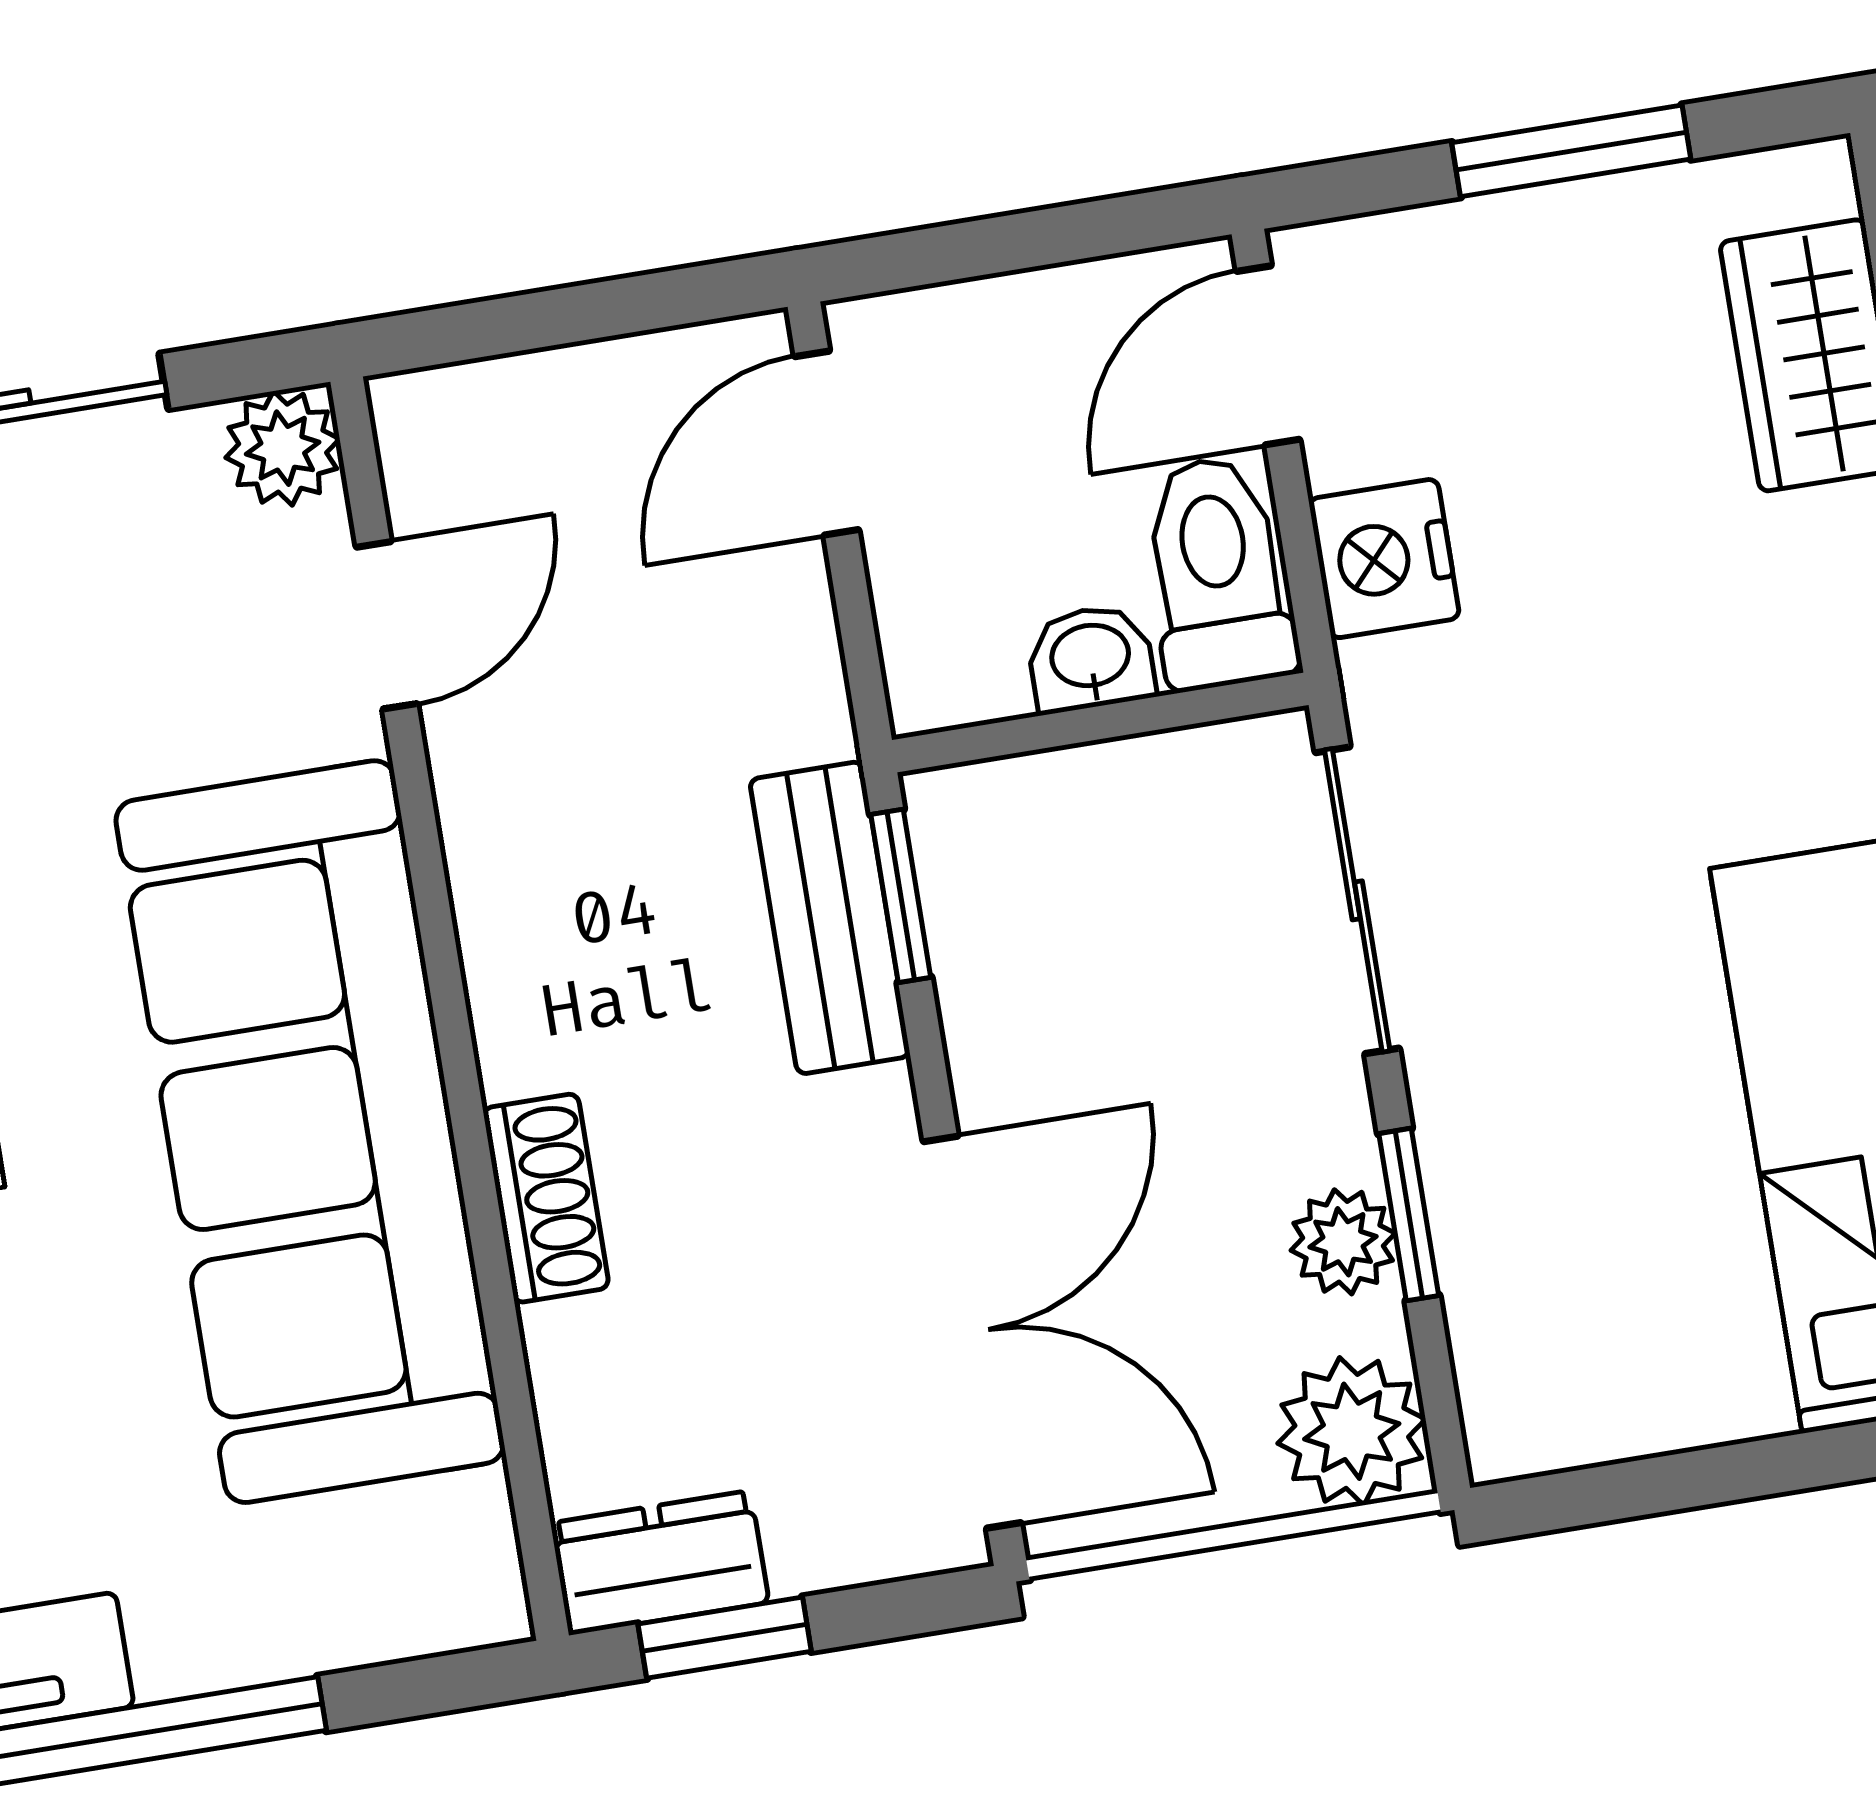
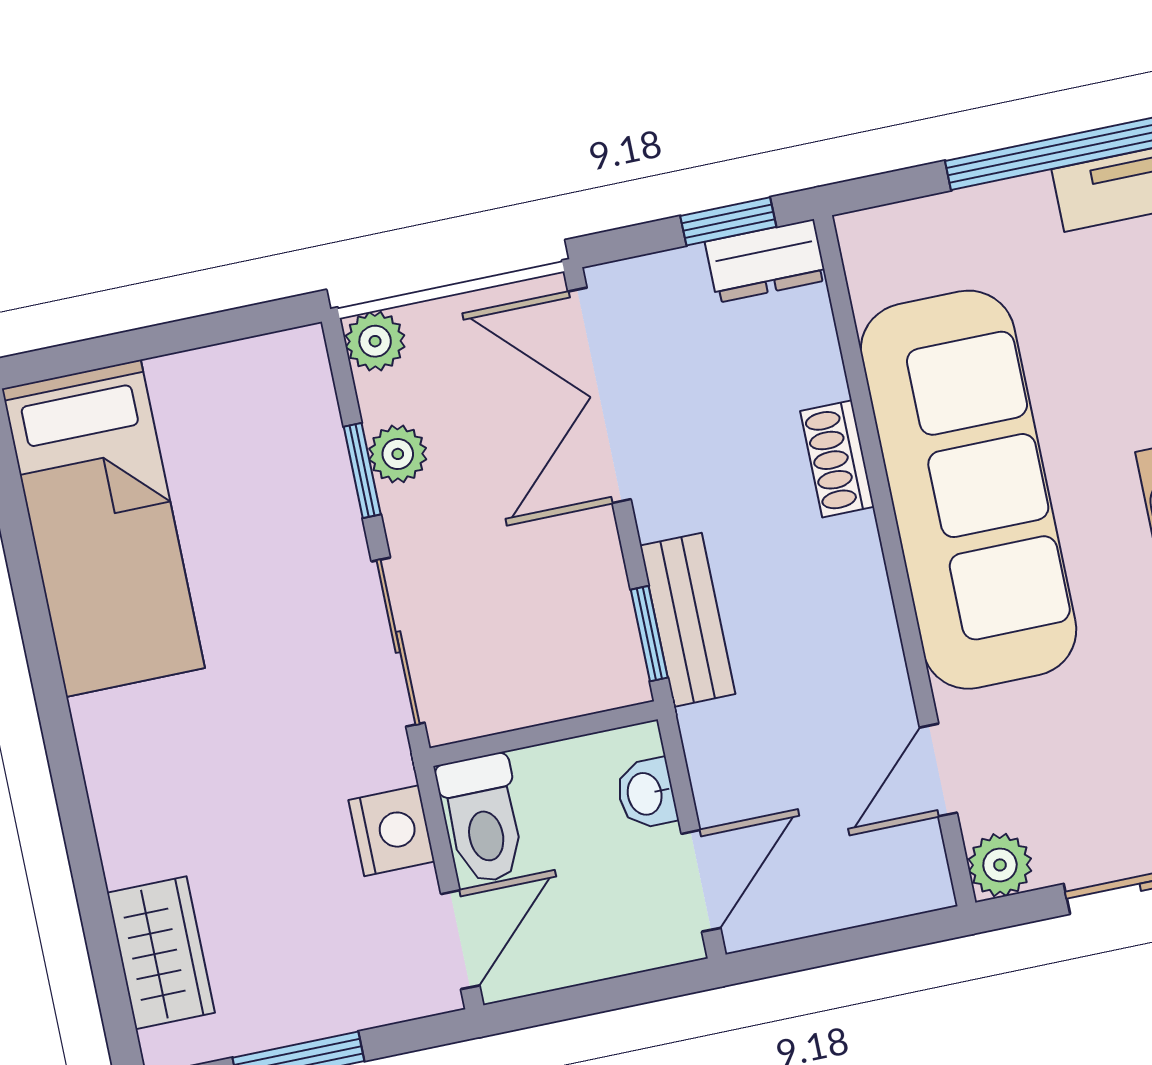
washbasin: (1091, 658) -> (646, 794), moved, turned 90
plant: (1352, 1431) -> (375, 341), width x0.73, depth x0.73

